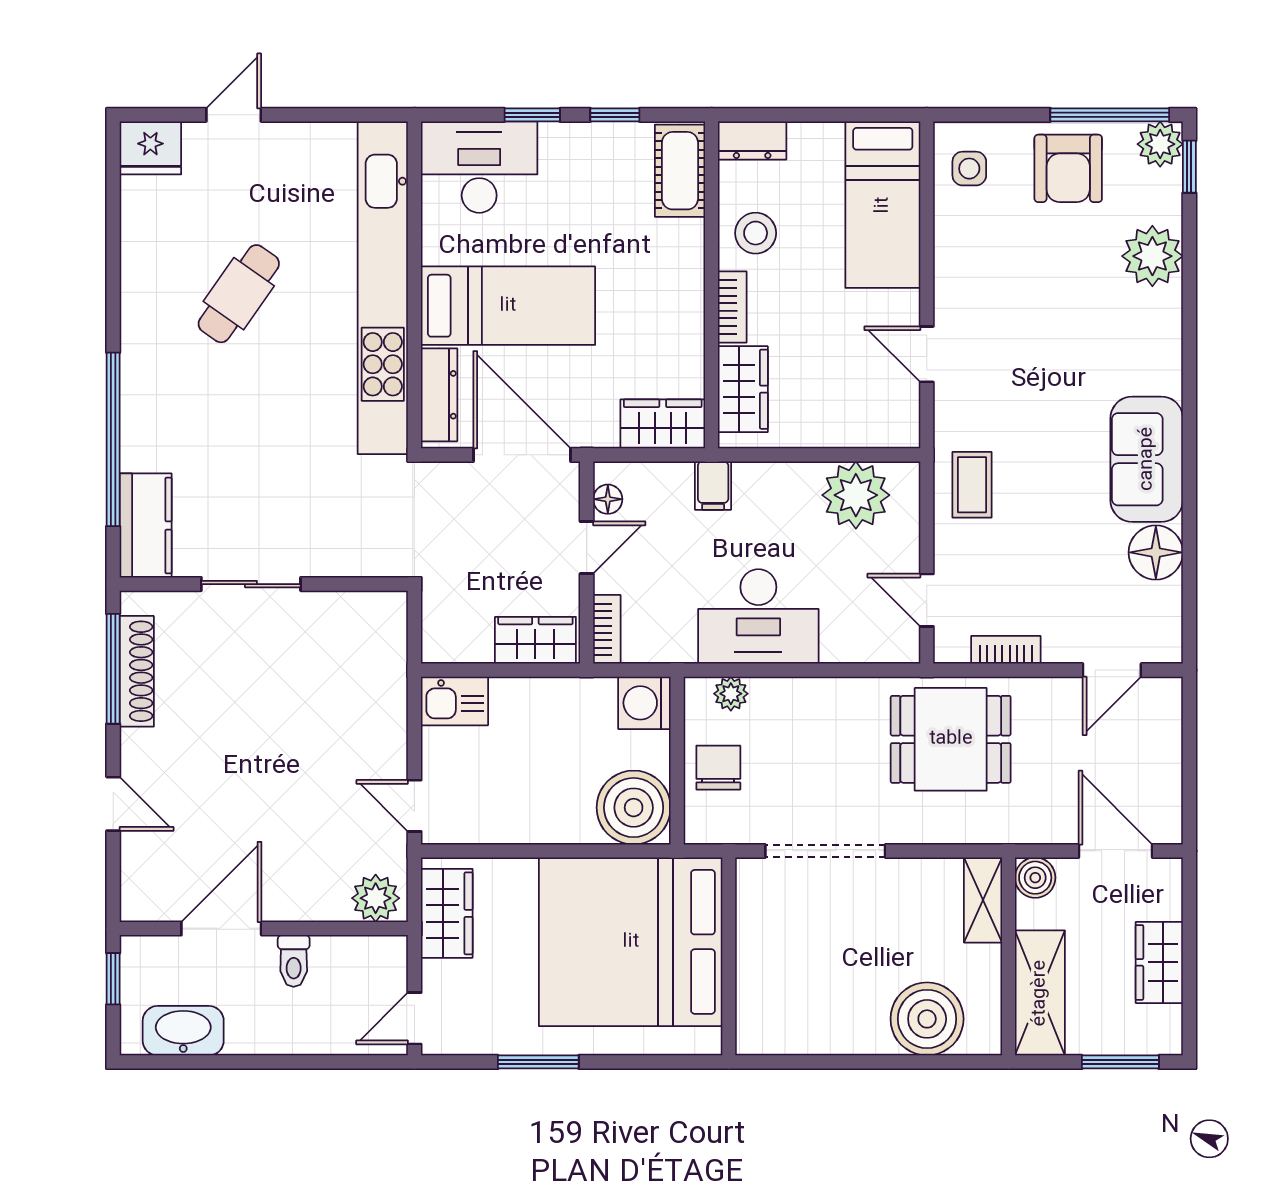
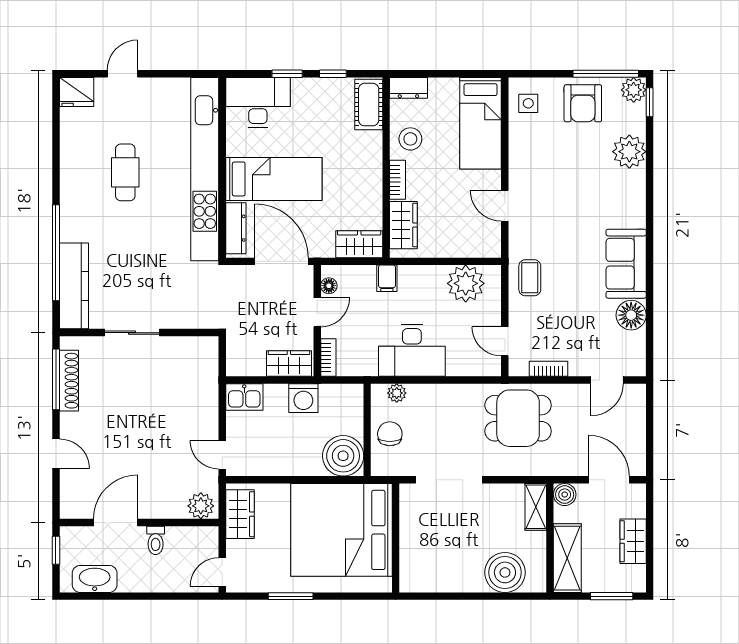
cafe table: (239, 294) -> (125, 172), turned -35
kitchen counter: (146, 526) -> (74, 286), width x1.50
washing machine: (644, 703) -> (303, 398), moved, turned -90

